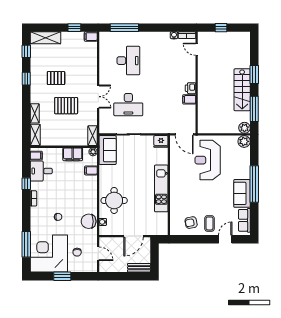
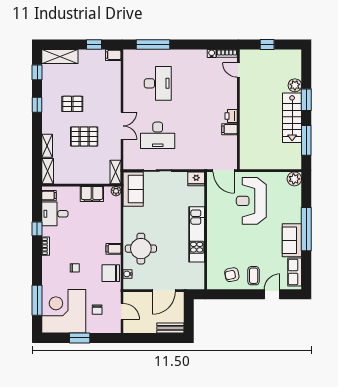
plant: (244, 128) -> (295, 85), moved
filing cabinet: (91, 170) -> (113, 249), moved

